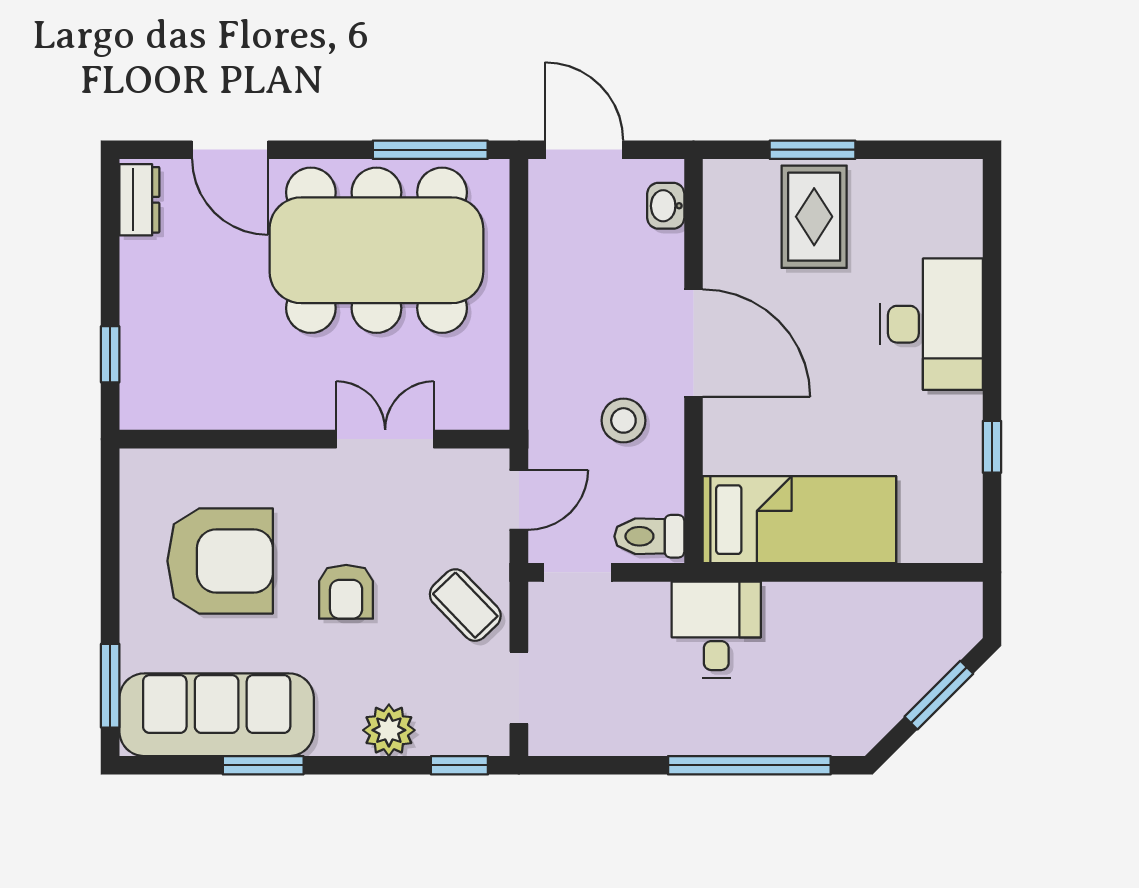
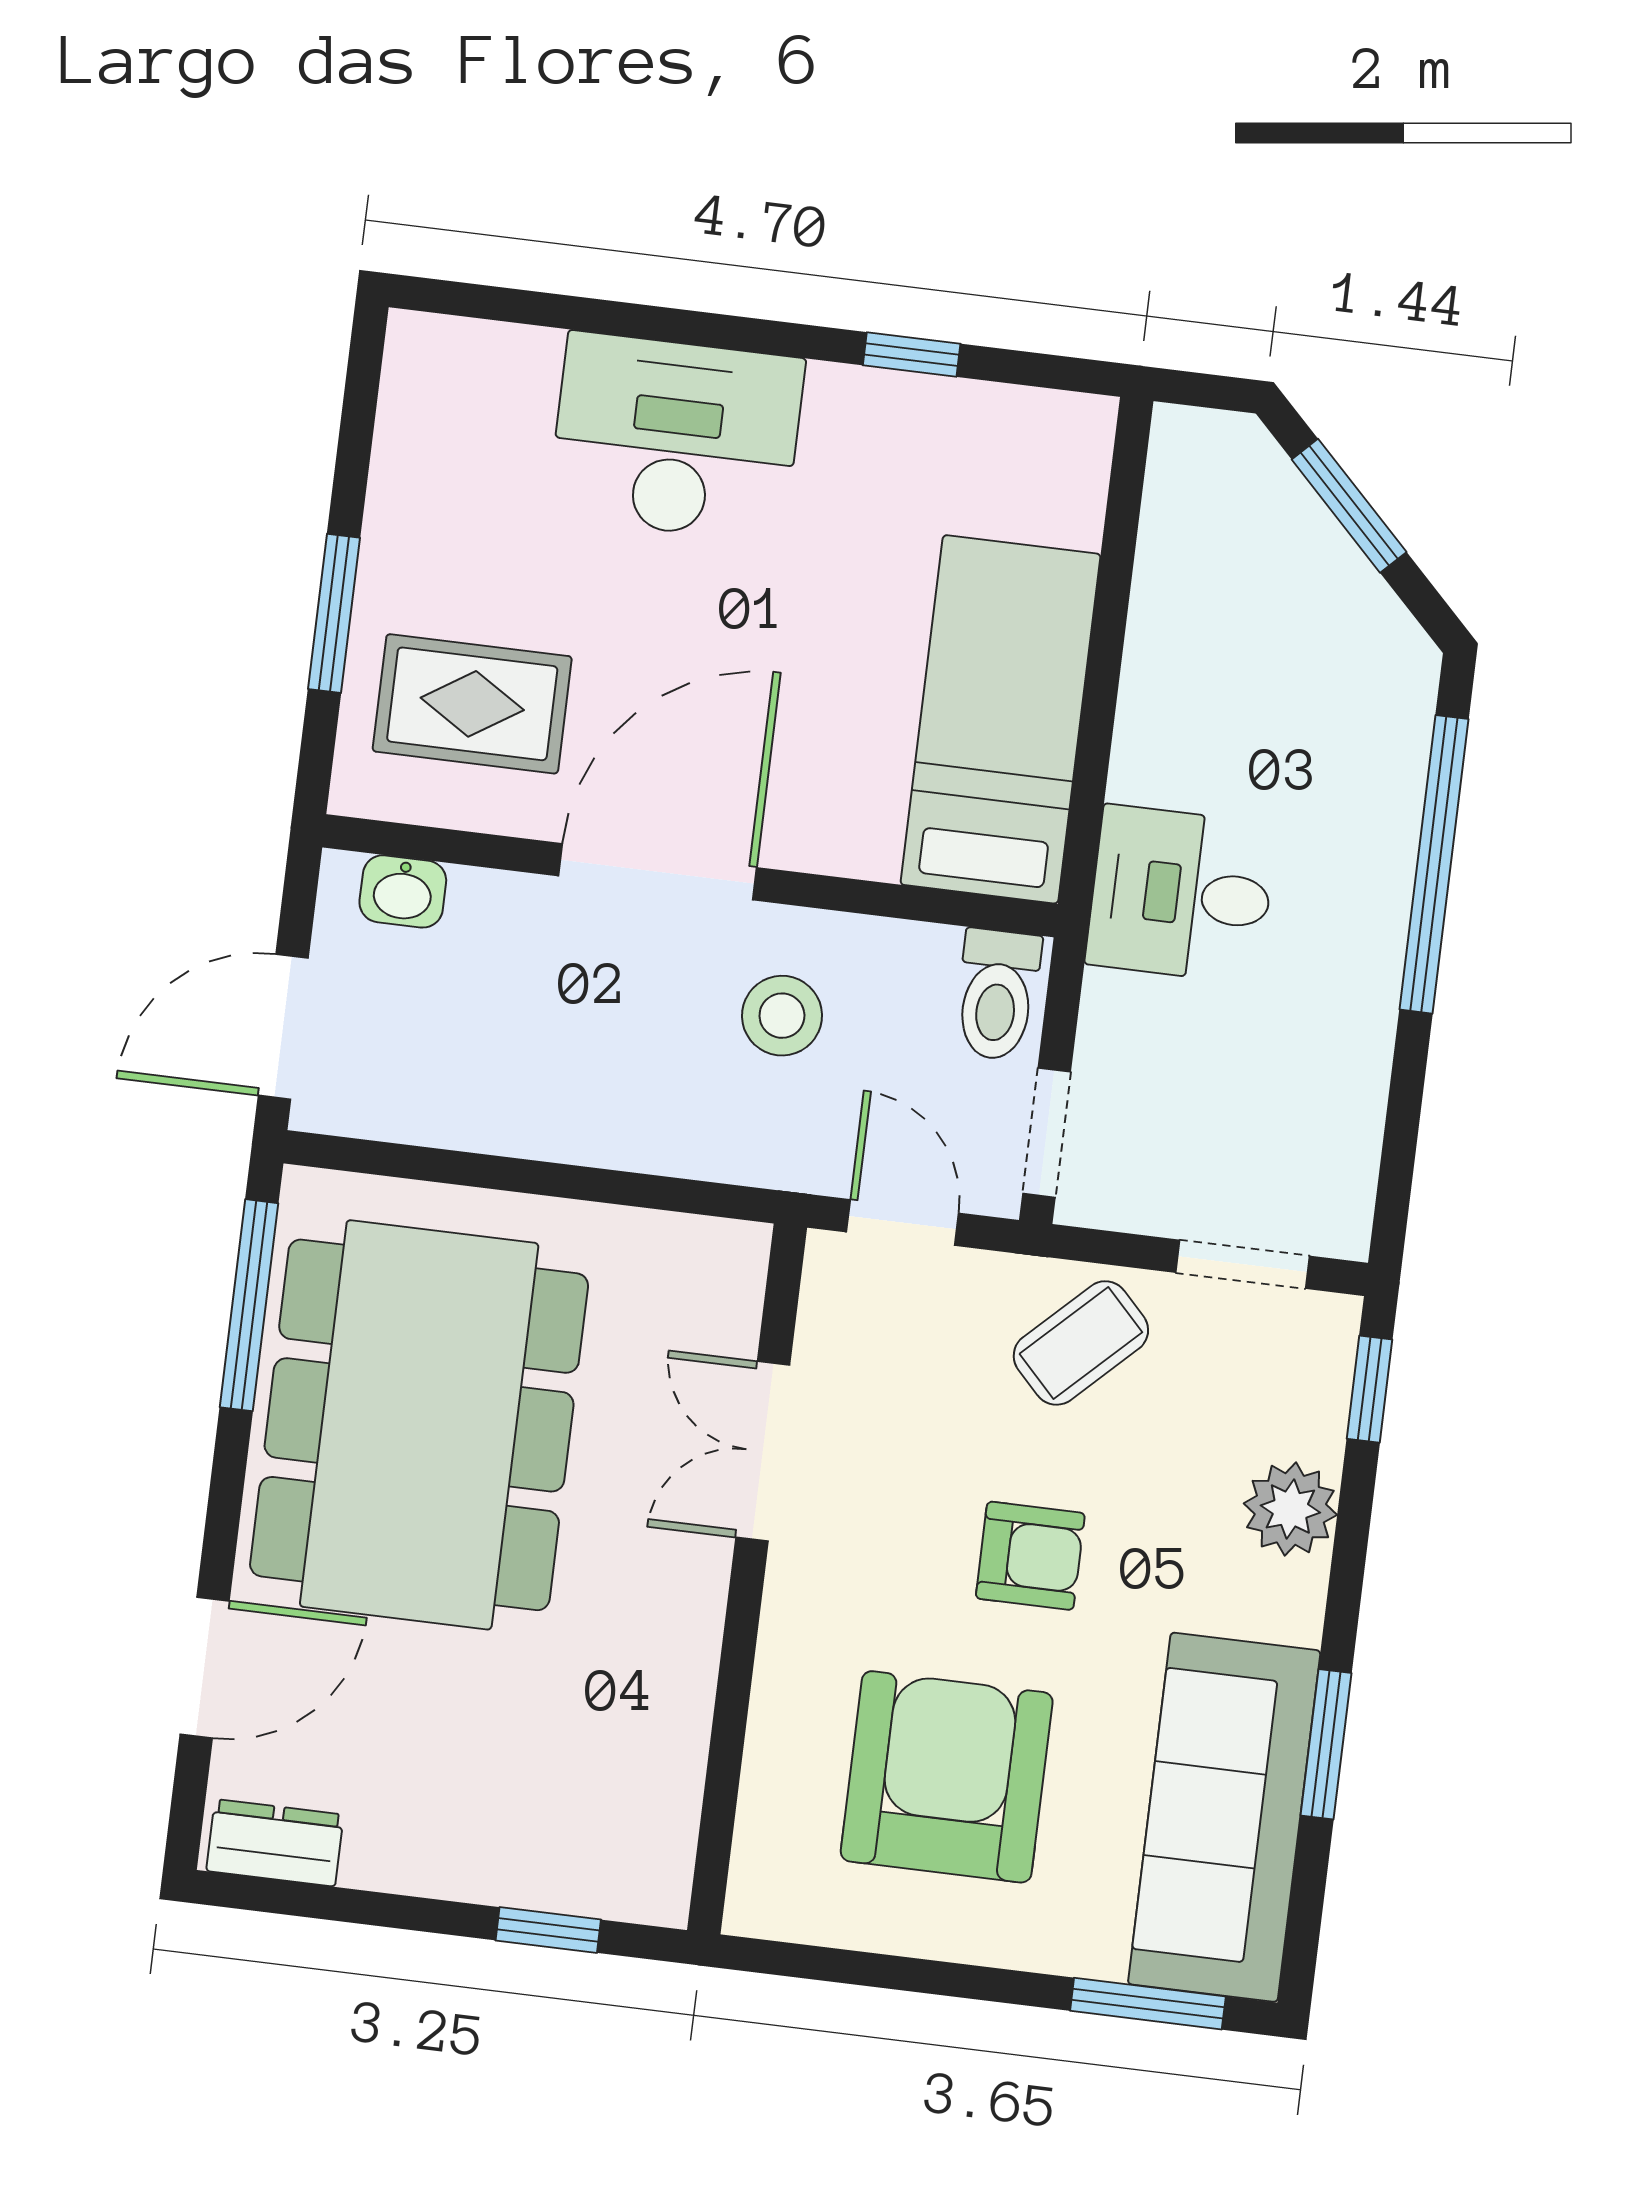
rug: (814, 217) -> (472, 704), moved

